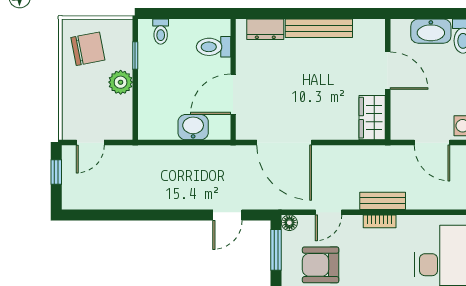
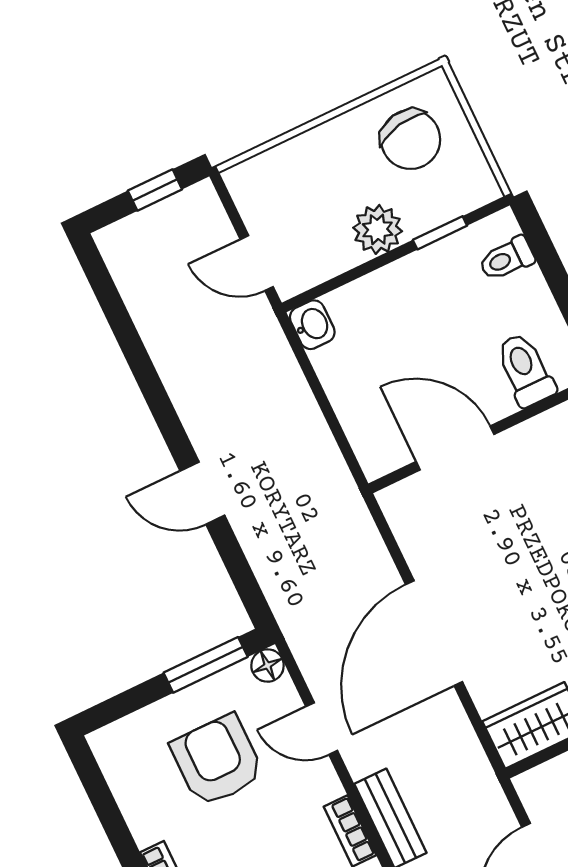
washbasin: (193, 127) -> (312, 325), moved, width x0.72, depth x0.69
door: (90, 143) -> (257, 263), moved
door: (284, 143) -> (434, 633), moved
door: (227, 215) -> (202, 493), moved

